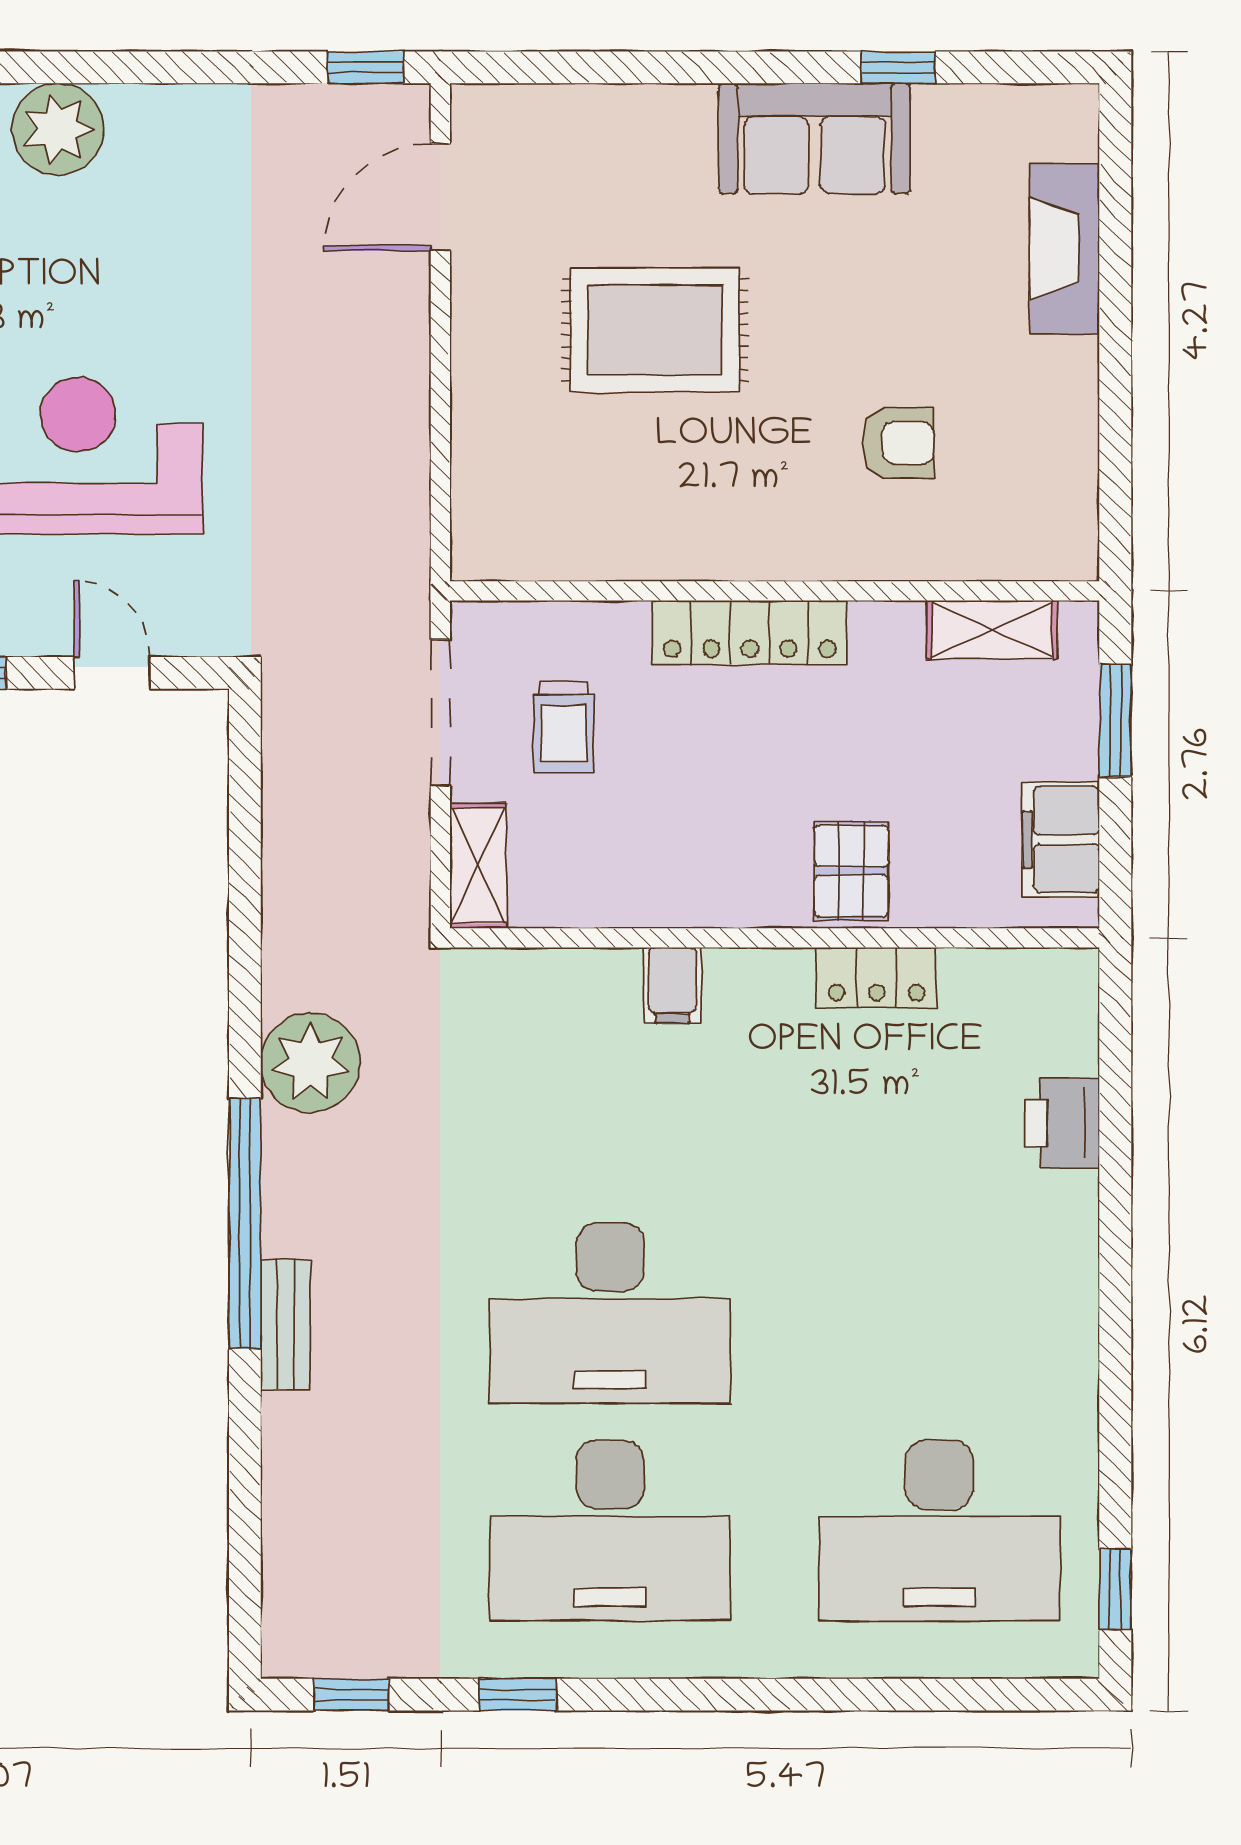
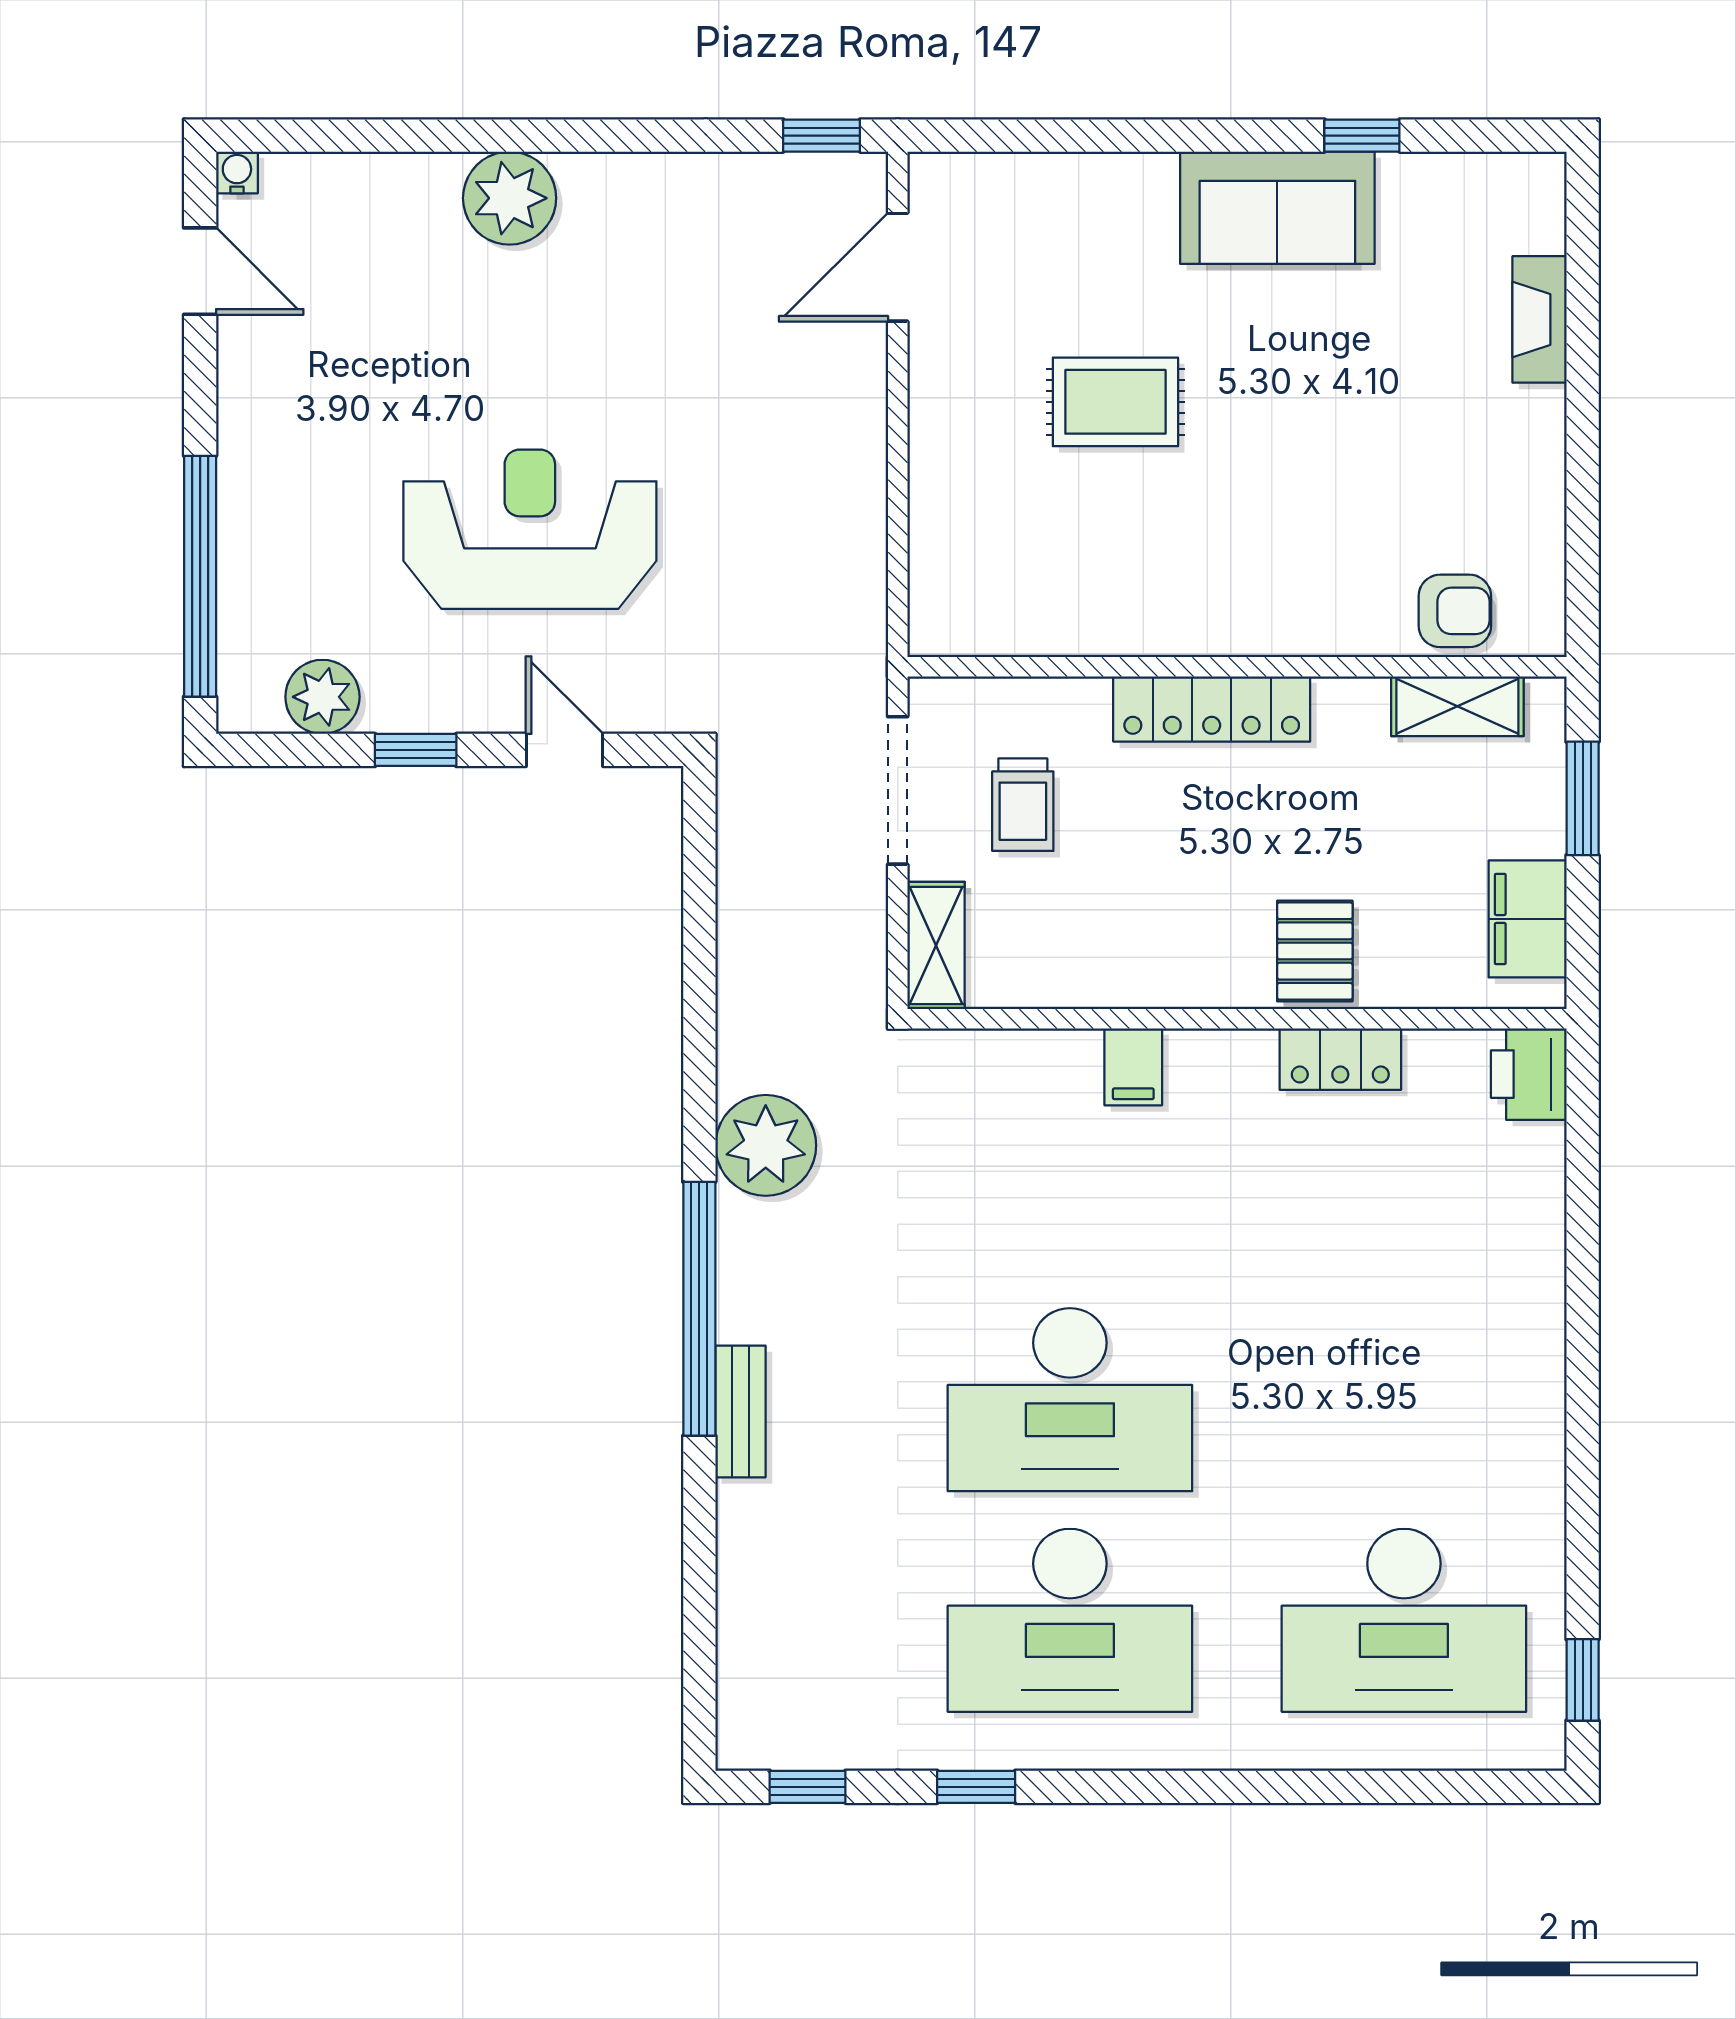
fireplace: (1064, 249) -> (1540, 319), width x0.73, depth x0.76
rug: (655, 330) -> (1115, 402), width x0.73, depth x0.70
armchair: (898, 443) -> (1455, 611), moved
printer: (1062, 1123) -> (1529, 1074), moved

